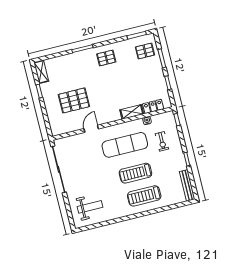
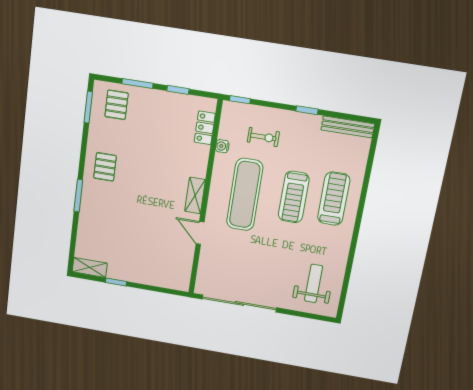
pallet: (74, 100) -> (149, 240), removed
shelving: (132, 112) -> (195, 196), moved
treadmill: (144, 196) -> (334, 199), turned 180

